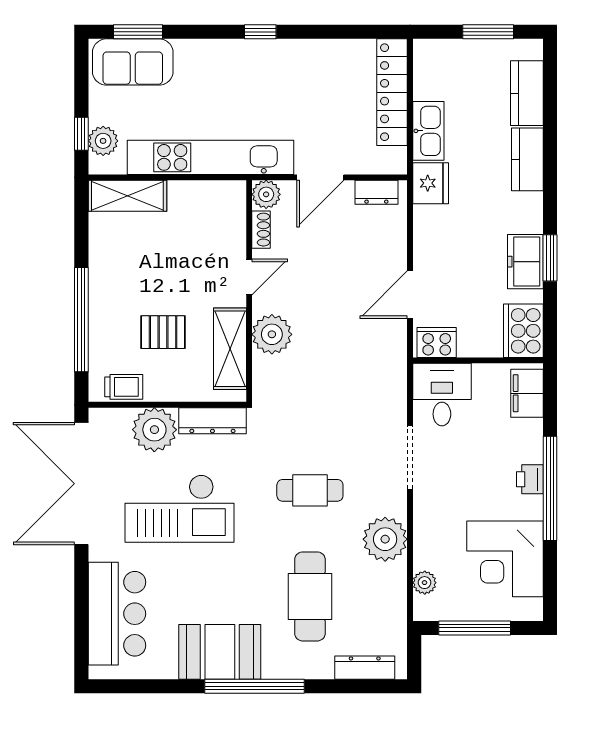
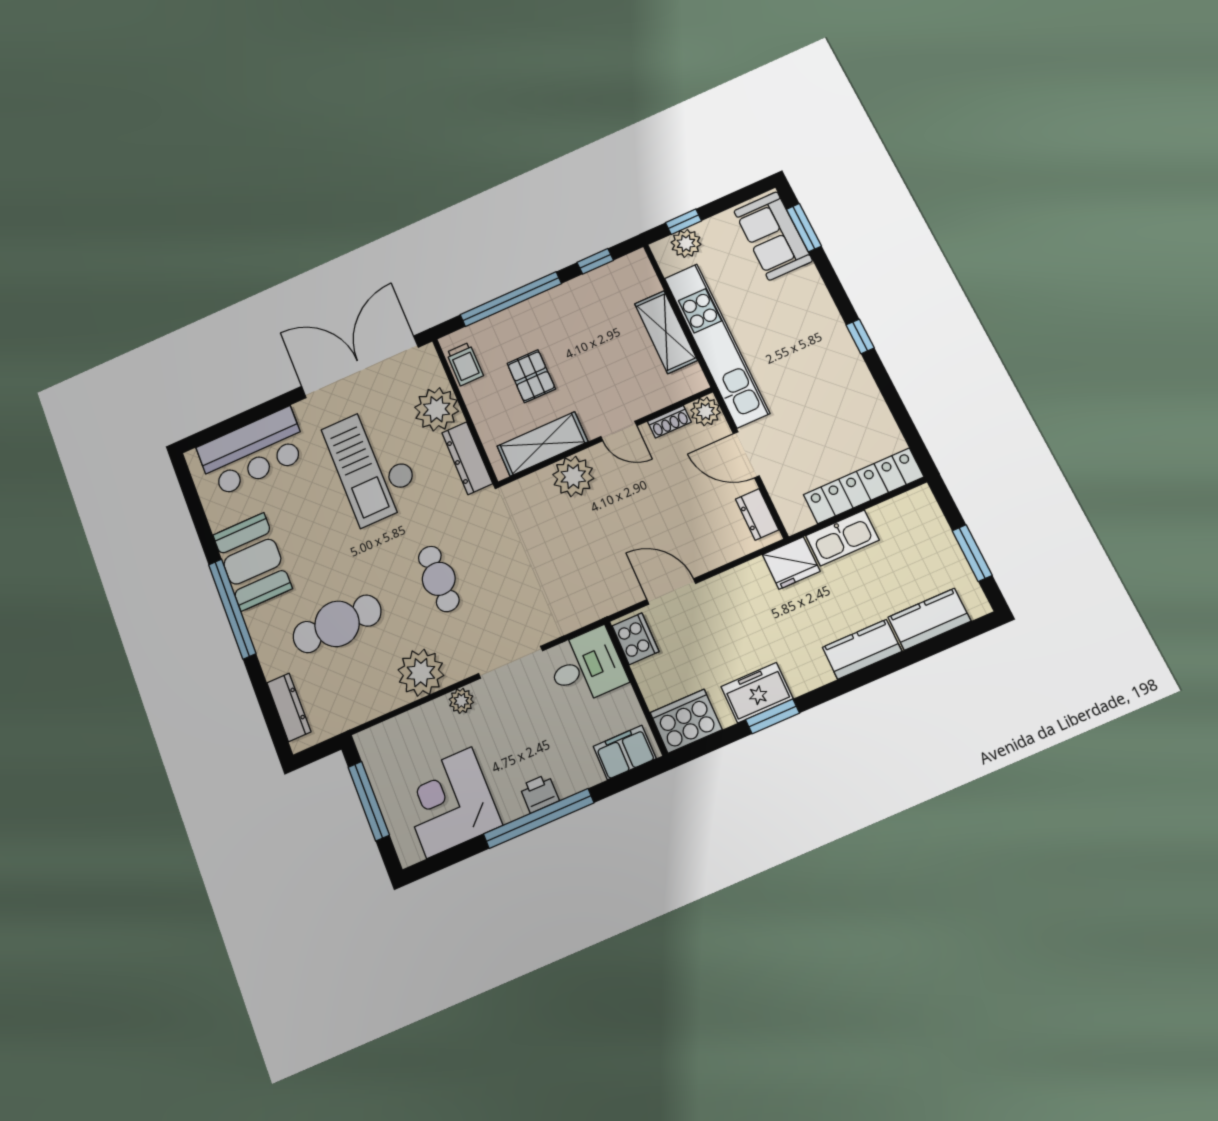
shelving: (127, 196) -> (666, 332), moved
window: (81, 229) -> (595, 261), added
plant: (425, 583) -> (461, 701), moved

